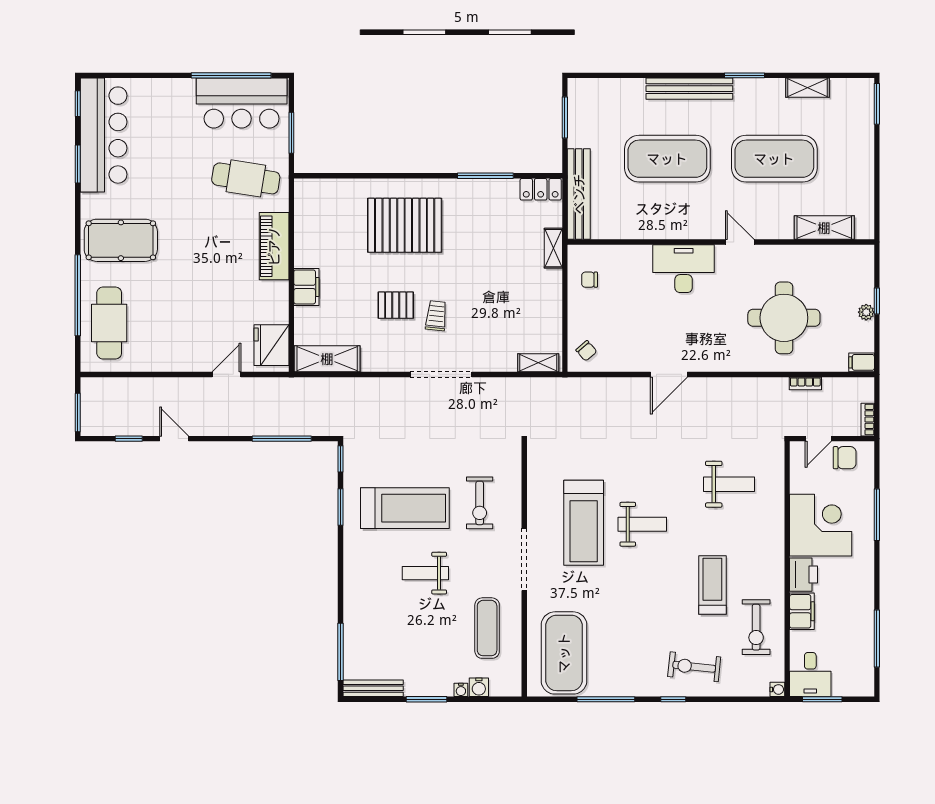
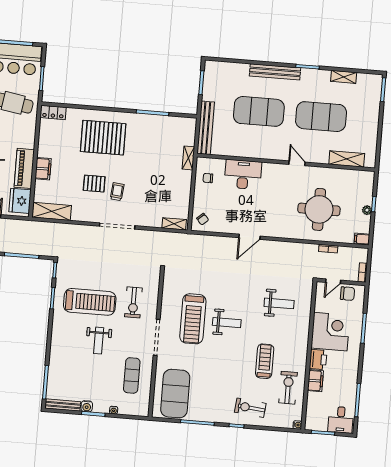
locker: (541, 189) -> (53, 112), moved
piano: (274, 246) -> (24, 168), moved
desk: (684, 269) -> (243, 174), moved
weight bench: (425, 573) -> (99, 341), turned -90
exercise bike: (756, 627) -> (288, 388), turned 180
desk: (810, 675) -> (341, 420), moved
water cooler: (479, 687) -> (87, 406), moved

